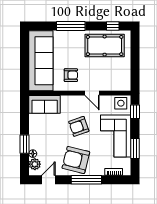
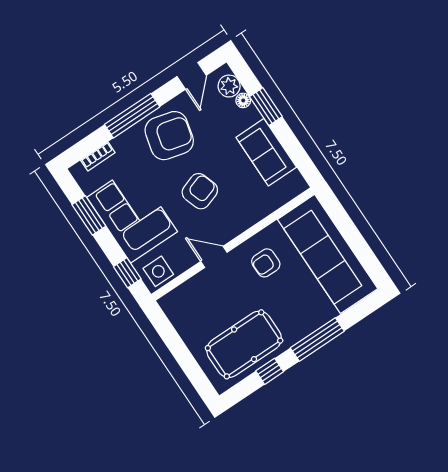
window: (113, 26) -> (270, 371), moved
sofa: (45, 104) -> (266, 152), moved, turned -90

